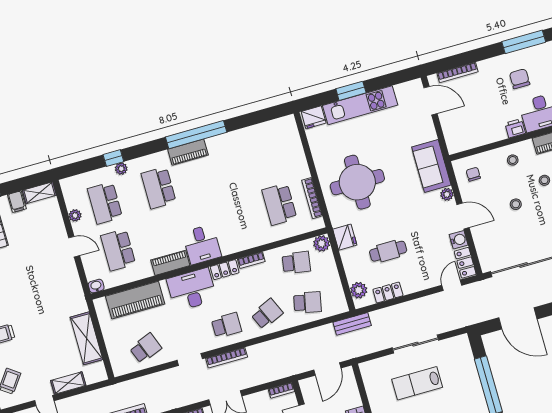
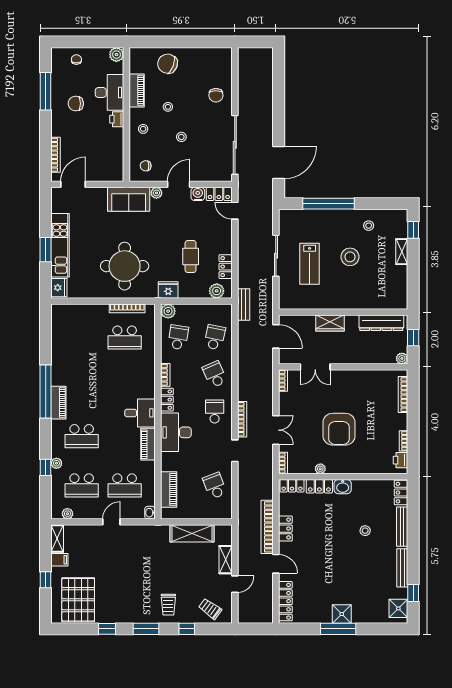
plant: (75, 215) -> (67, 514), moved
piano: (135, 300) -> (169, 489), width x0.73, depth x0.75

